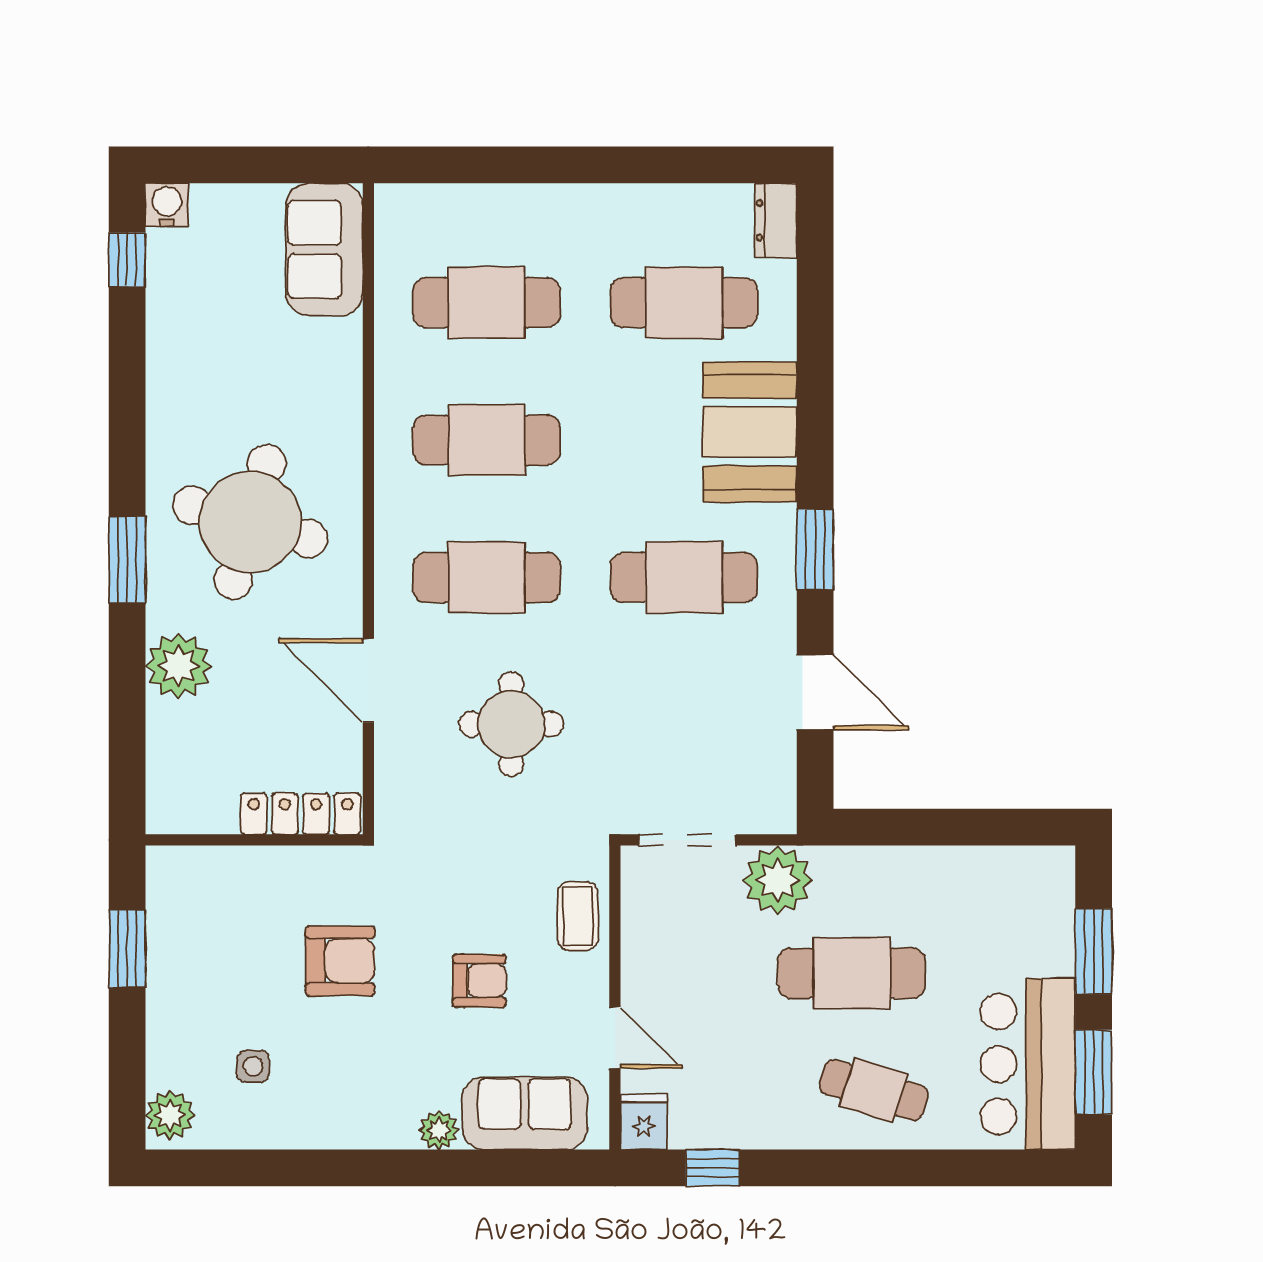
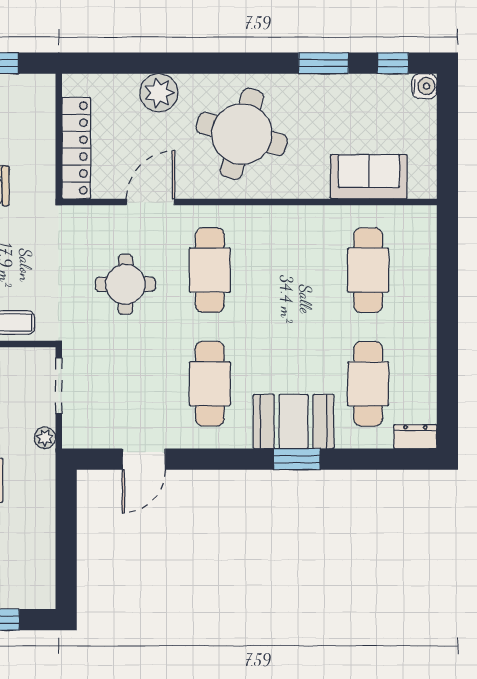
sofa: (324, 250) -> (369, 177), moved
cafe table: (487, 440) -> (289, 270), removed
window: (815, 549) -> (297, 459), moved
window: (127, 560) -> (324, 63), moved
locker: (300, 814) -> (76, 148), width x1.41, depth x1.21
plant: (778, 880) -> (45, 438), width x0.53, depth x0.53

